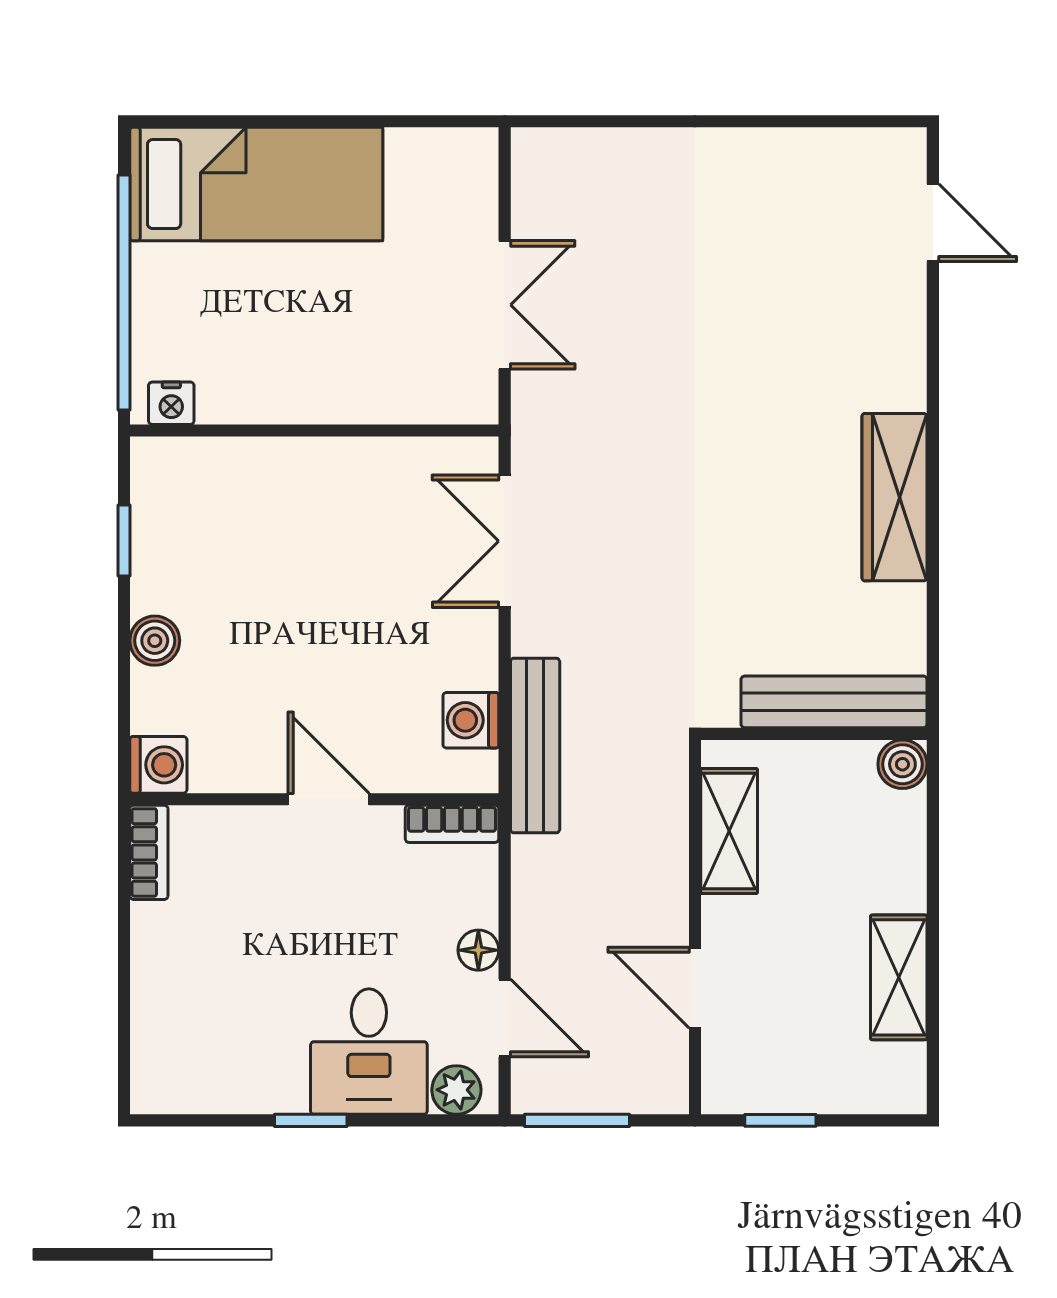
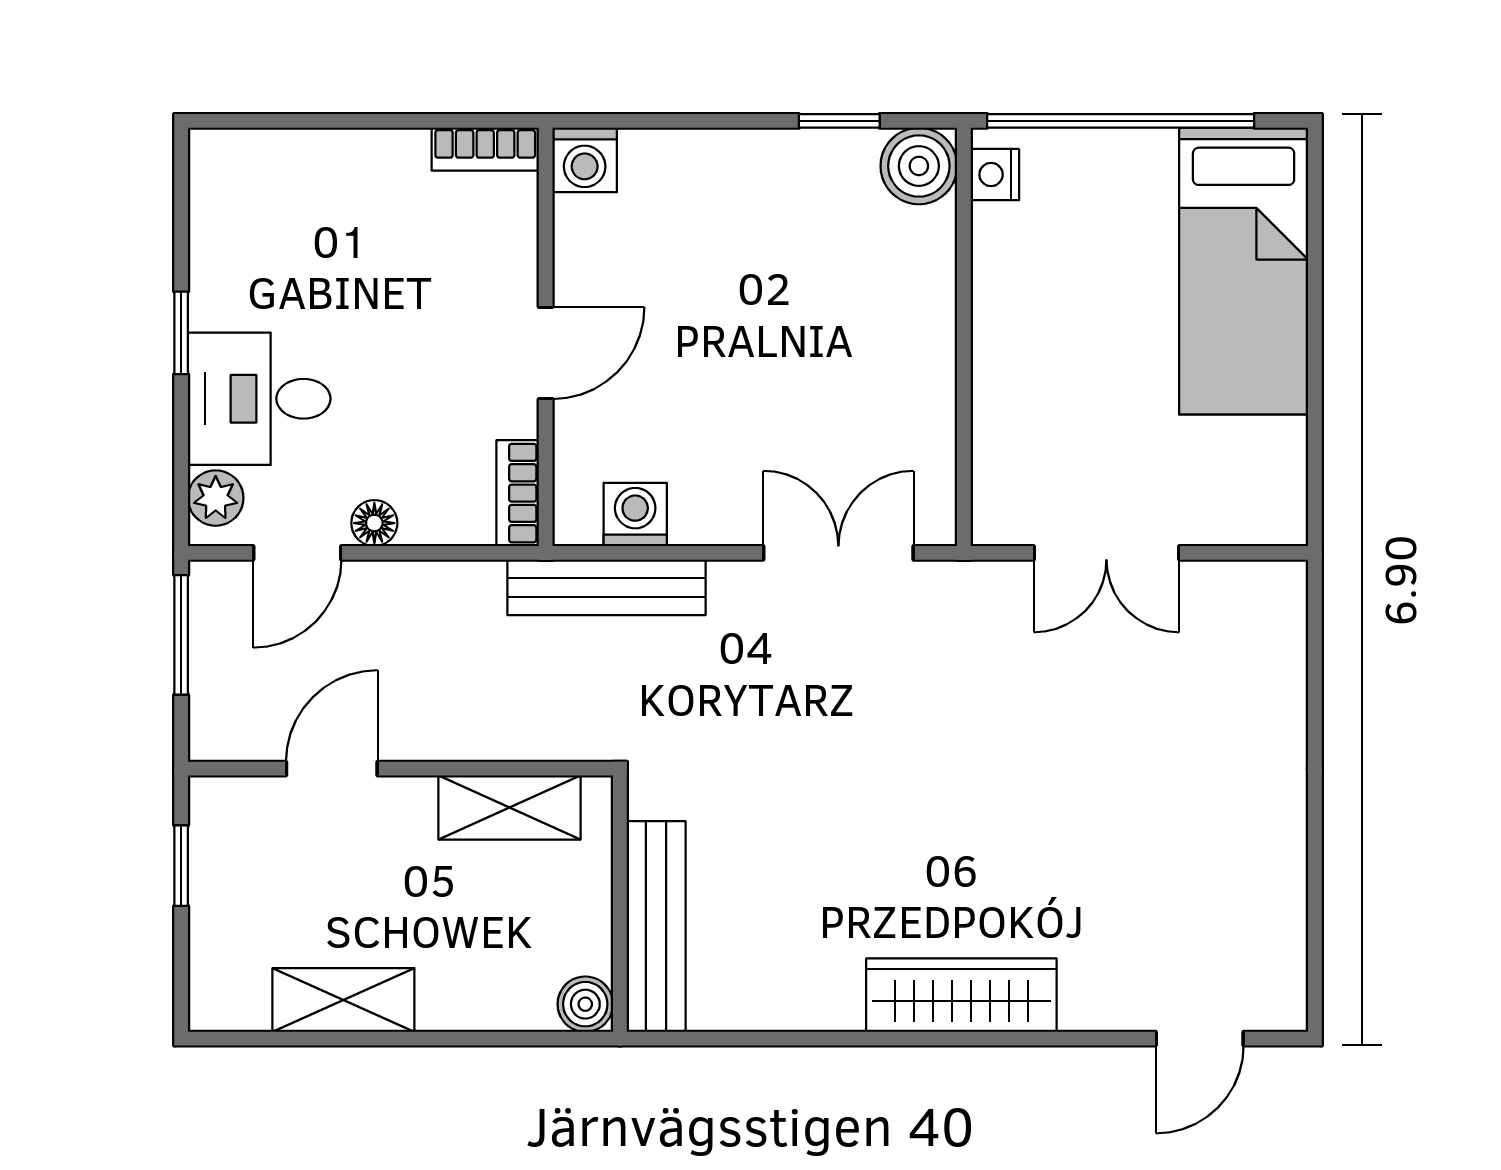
wardrobe: (894, 497) -> (961, 995), moved
boiler: (155, 641) -> (919, 166), moved, width x1.36, depth x1.36

